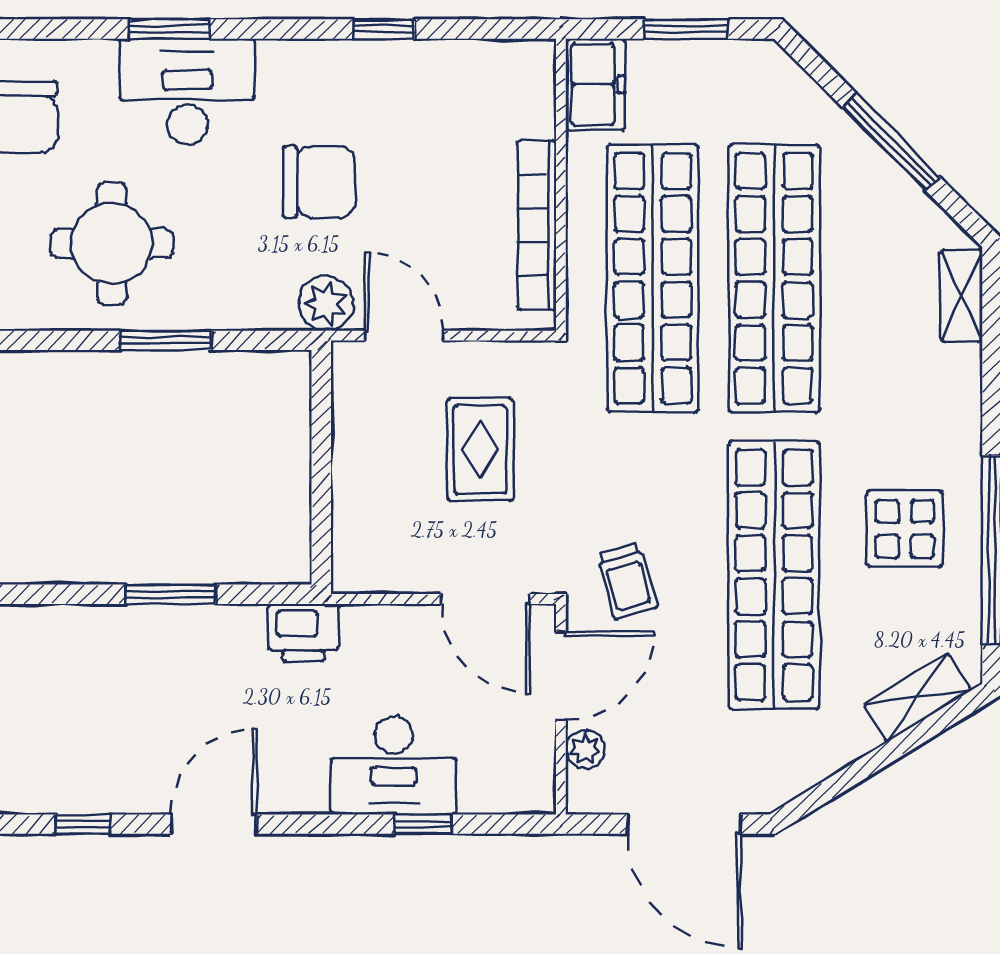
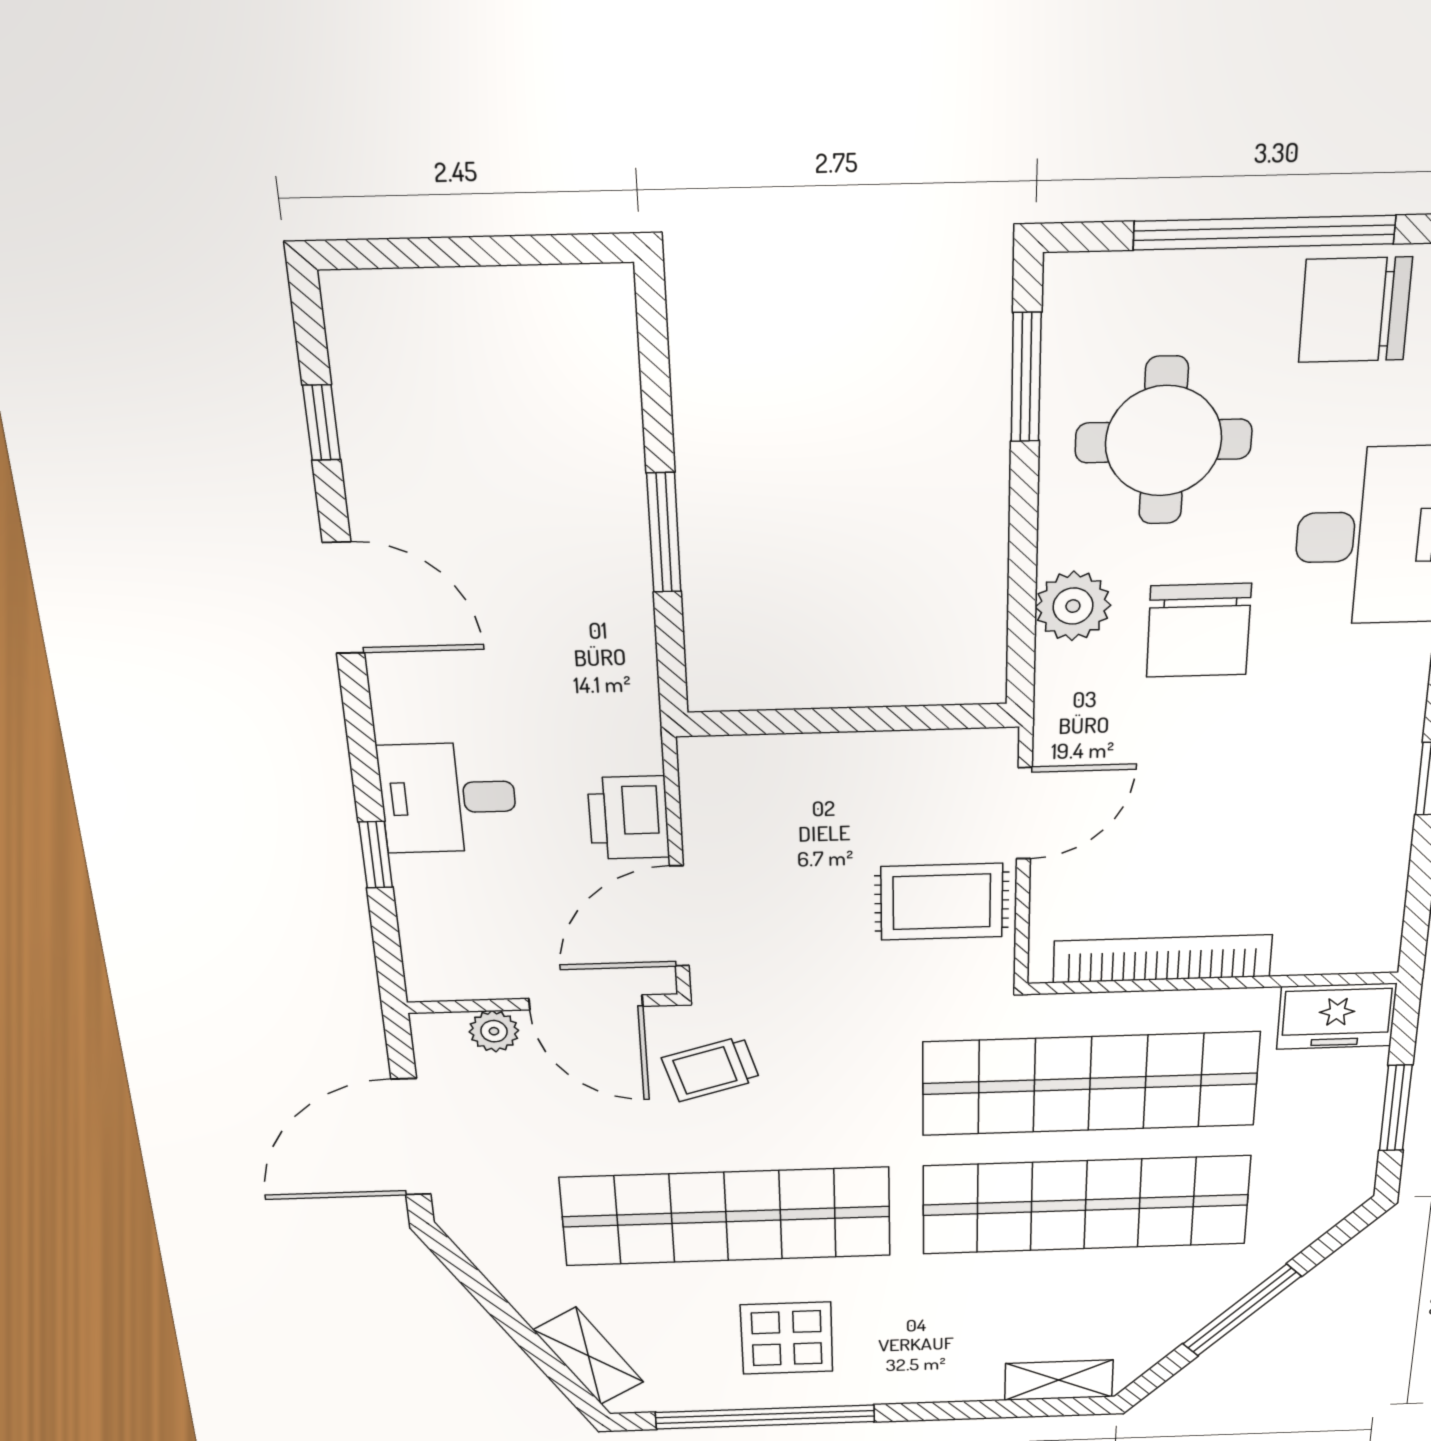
chair: (319, 182) -> (1199, 630), moved
plant: (326, 303) -> (1073, 606), moved
window: (165, 340) -> (1026, 377), moved
rug: (480, 449) -> (942, 902), moved
printer: (303, 633) -> (629, 818), moved
desk: (394, 765) -> (448, 798), width x0.73

